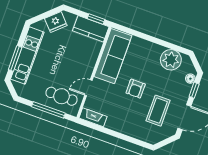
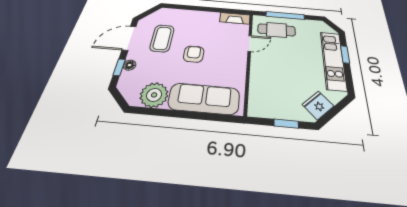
window: (96, 19) -> (286, 124), moved
kitchen counter: (91, 29) -> (270, 108), removed
sofa: (113, 56) -> (204, 99), moved, turned 90
window: (15, 58) -> (345, 54), width x0.67
floor lamp: (190, 79) -> (130, 65), moved

